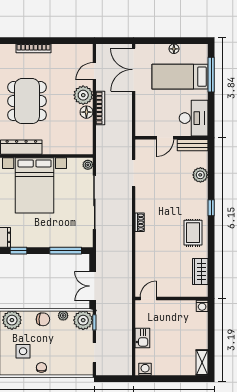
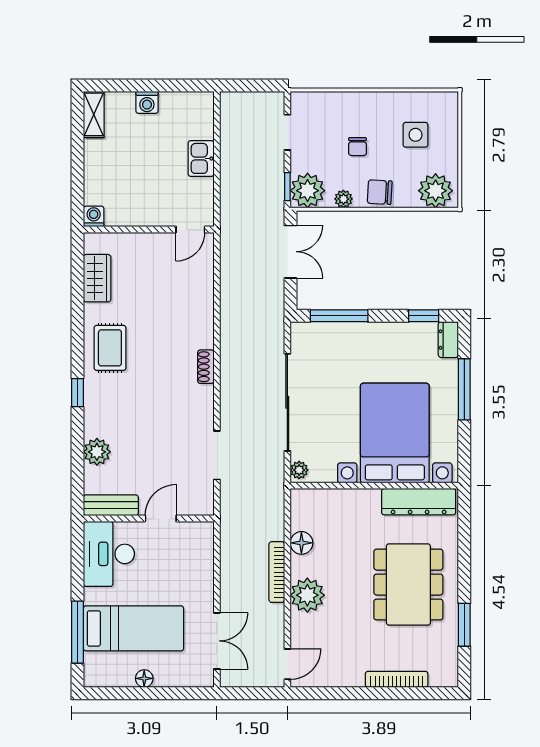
double door: (134, 70) -> (217, 641), width x0.73
door: (94, 71) -> (287, 664), moved
floor lamp: (86, 112) -> (301, 543), moved
chair: (41, 367) -> (357, 147), moved
washing machine: (145, 369) -> (147, 102), moved

